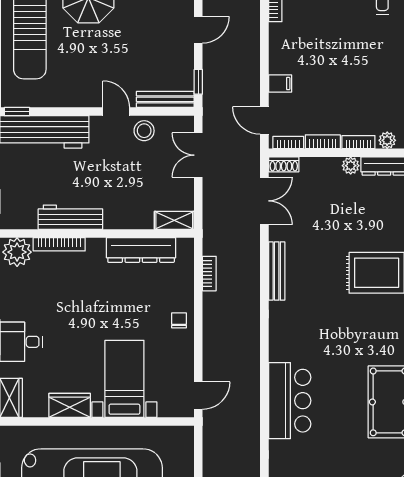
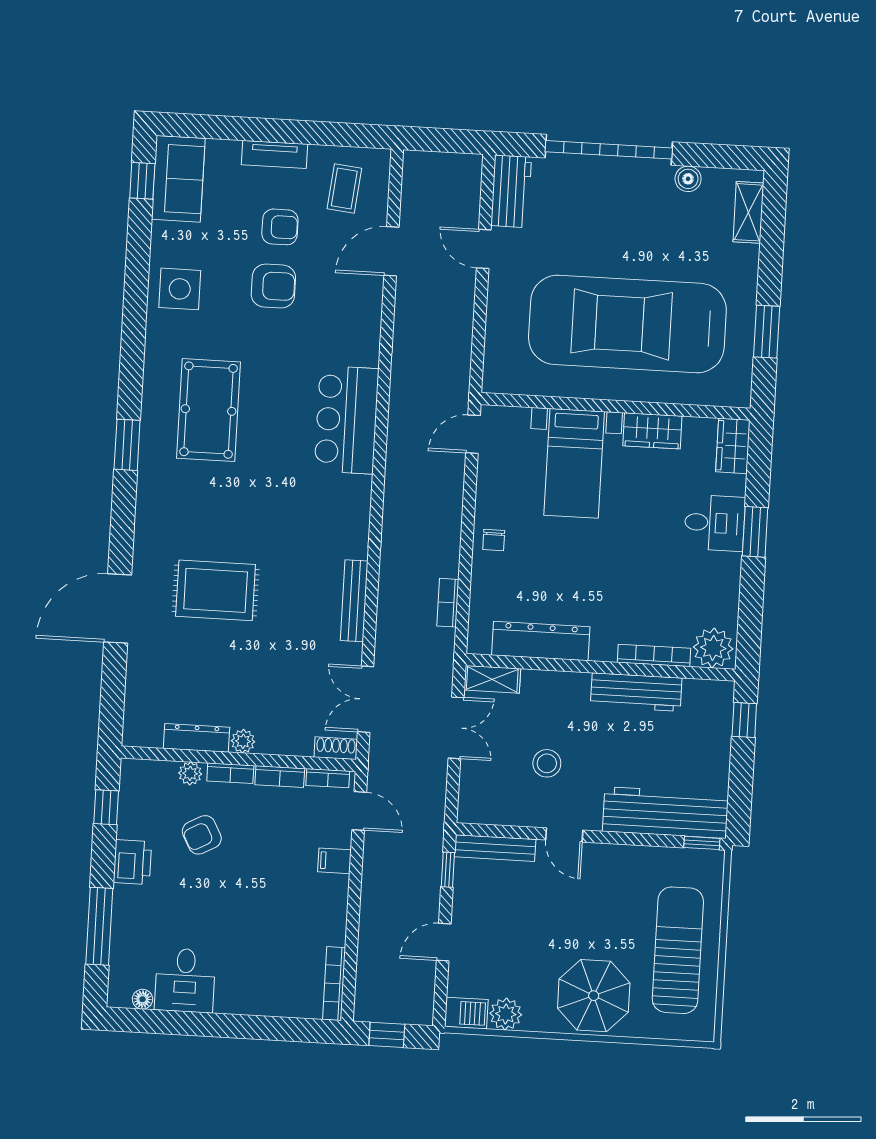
armchair: (376, 97) -> (202, 835), added
stool: (144, 131) -> (547, 763), moved
double door: (198, 155) -> (456, 728), moved

